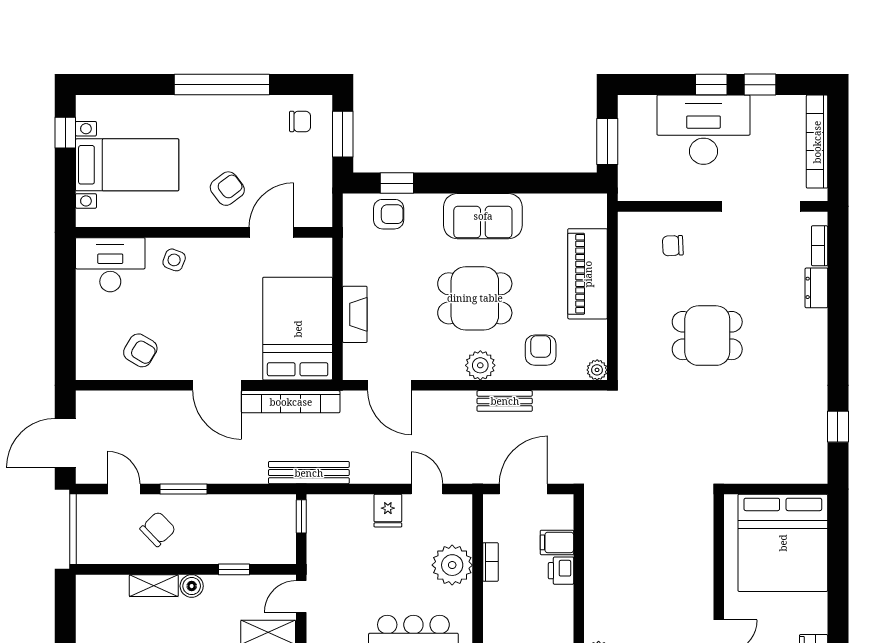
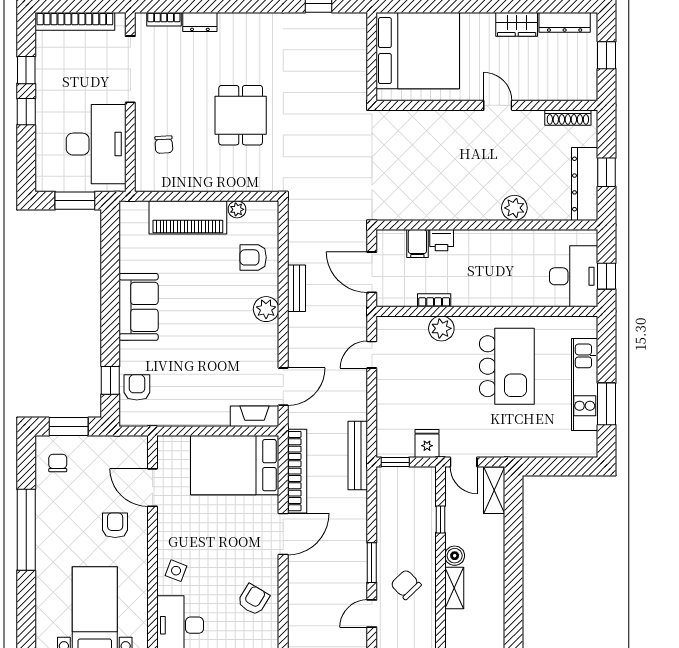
desk: (704, 130) -> (96, 144), moved, turned 180
armchair: (227, 189) -> (115, 525), turned 37
dining table: (475, 298) -> (209, 314), removed
fireplace: (355, 314) -> (255, 416), moved
plant: (597, 370) -> (237, 209), moved
fridge: (388, 511) -> (427, 443), moved, turned -90
plant: (452, 565) -> (441, 328), width x0.73, depth x0.73

